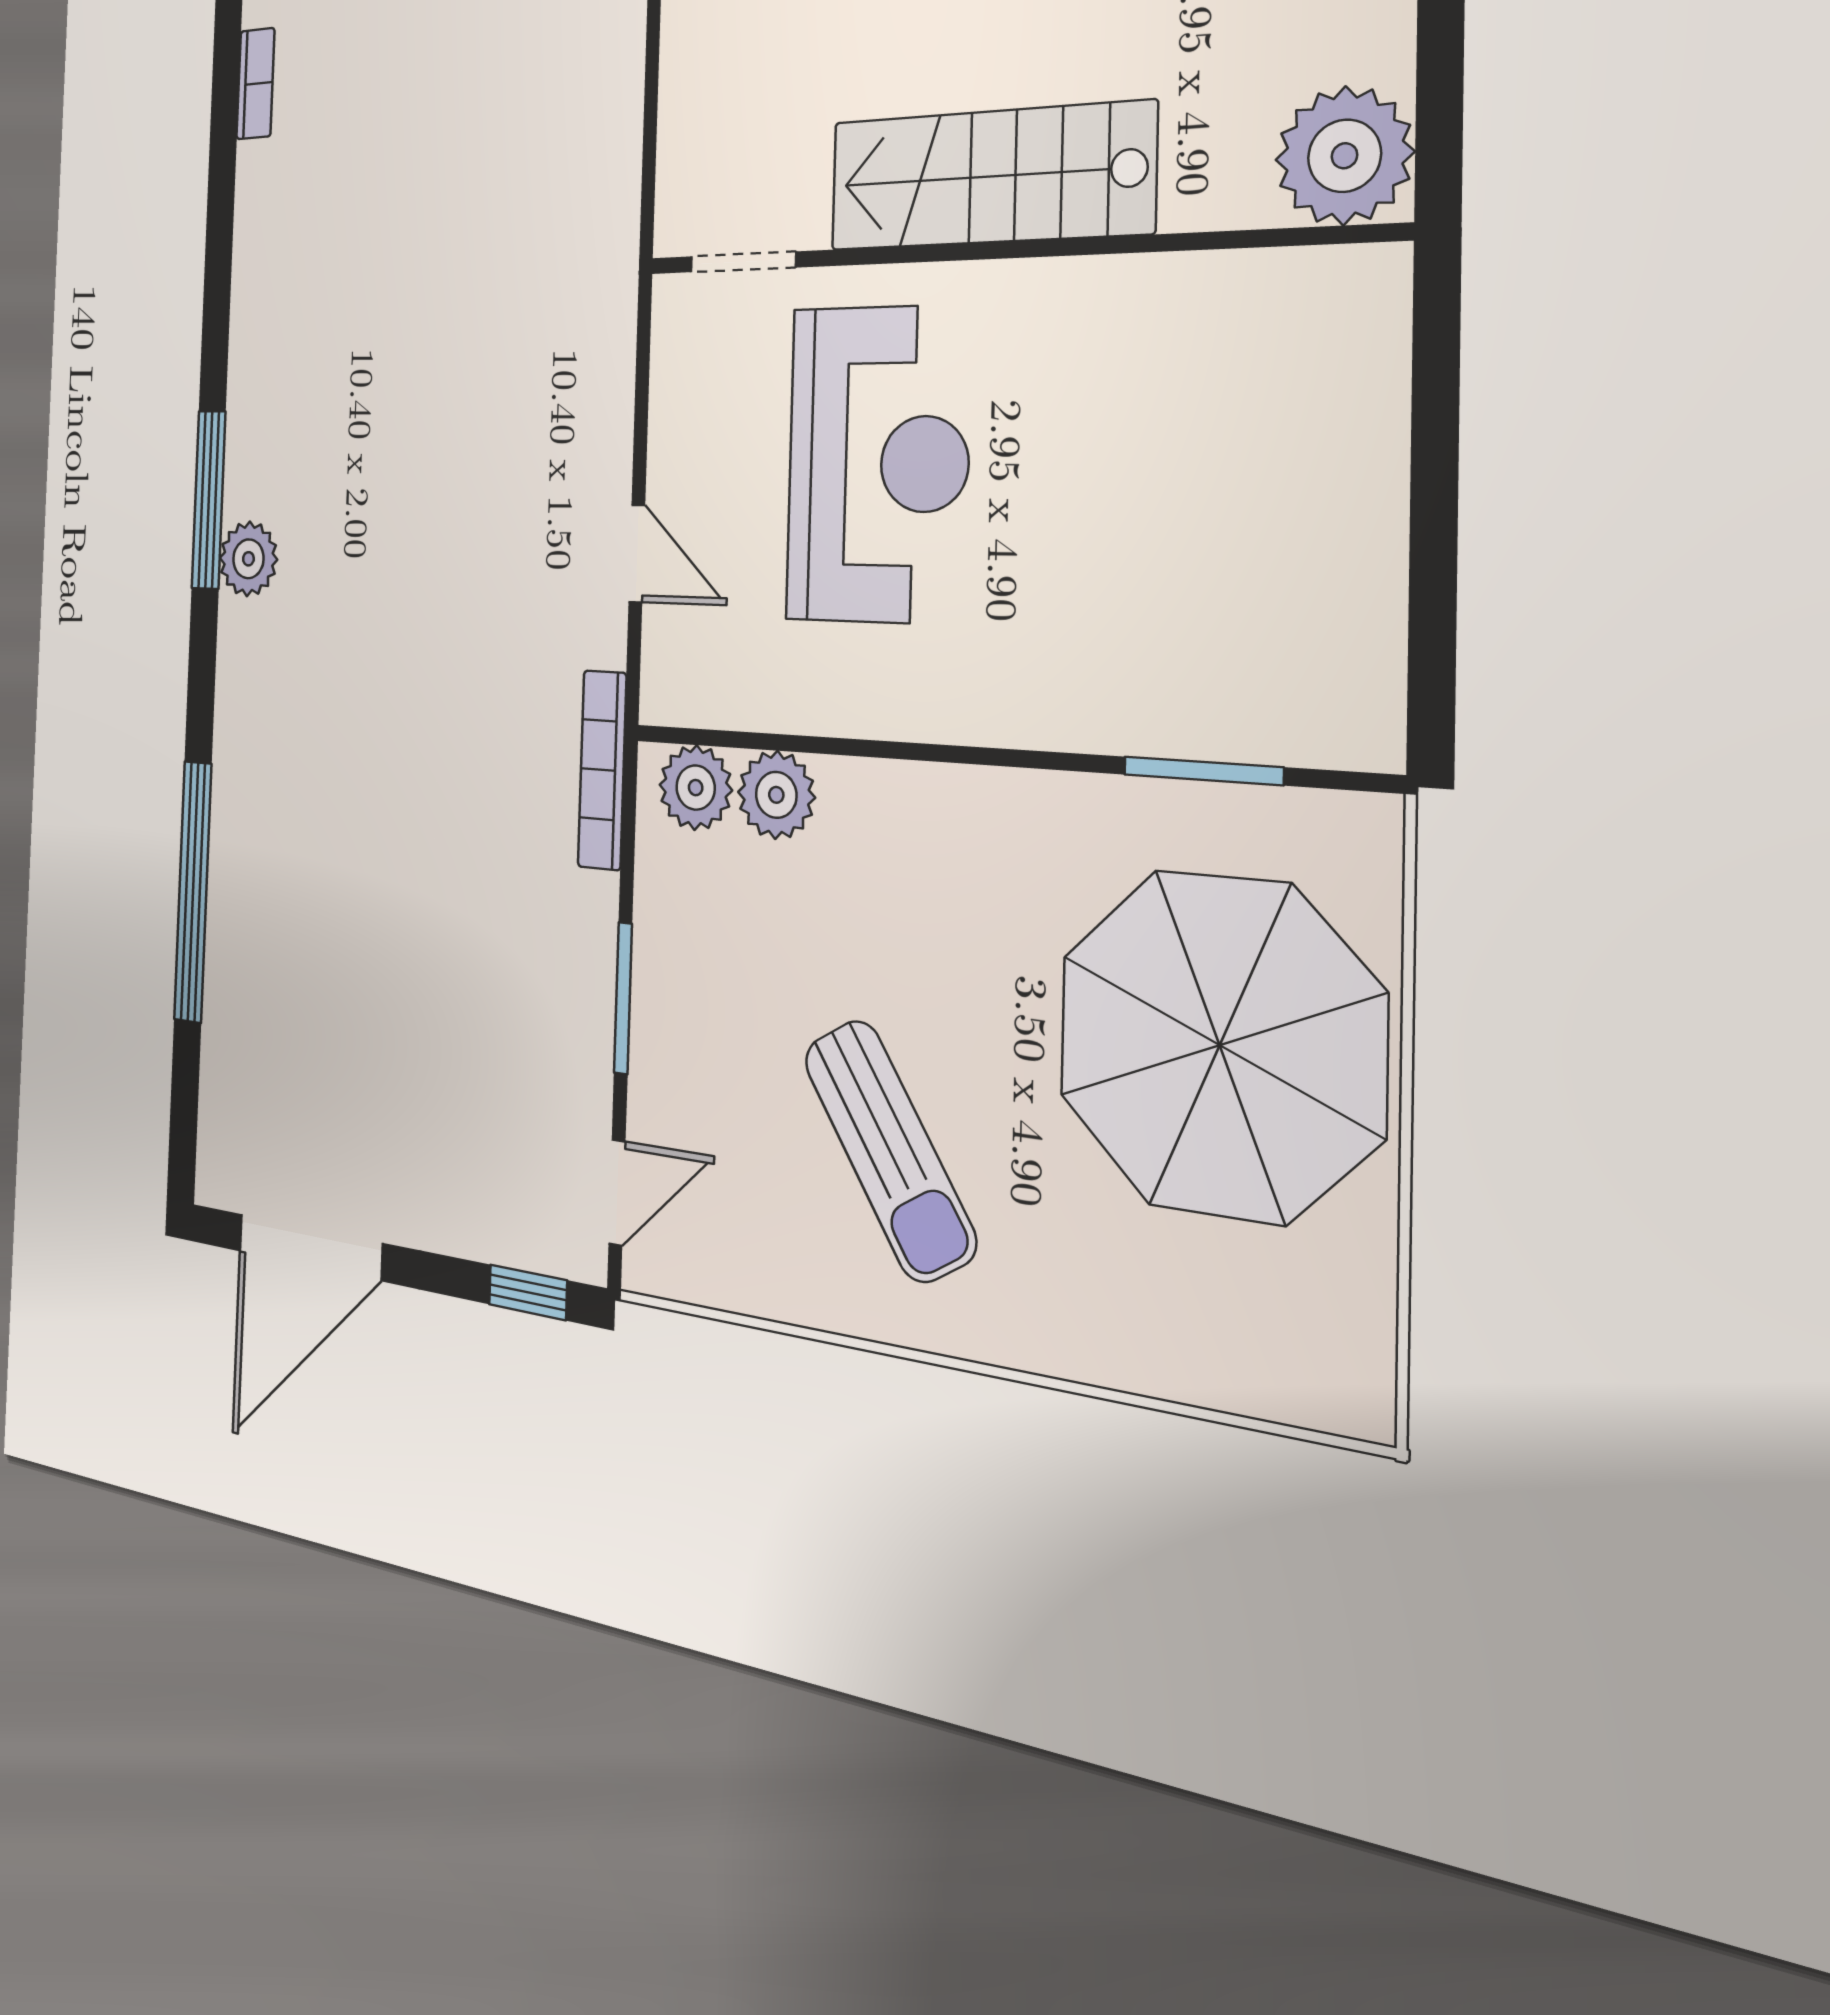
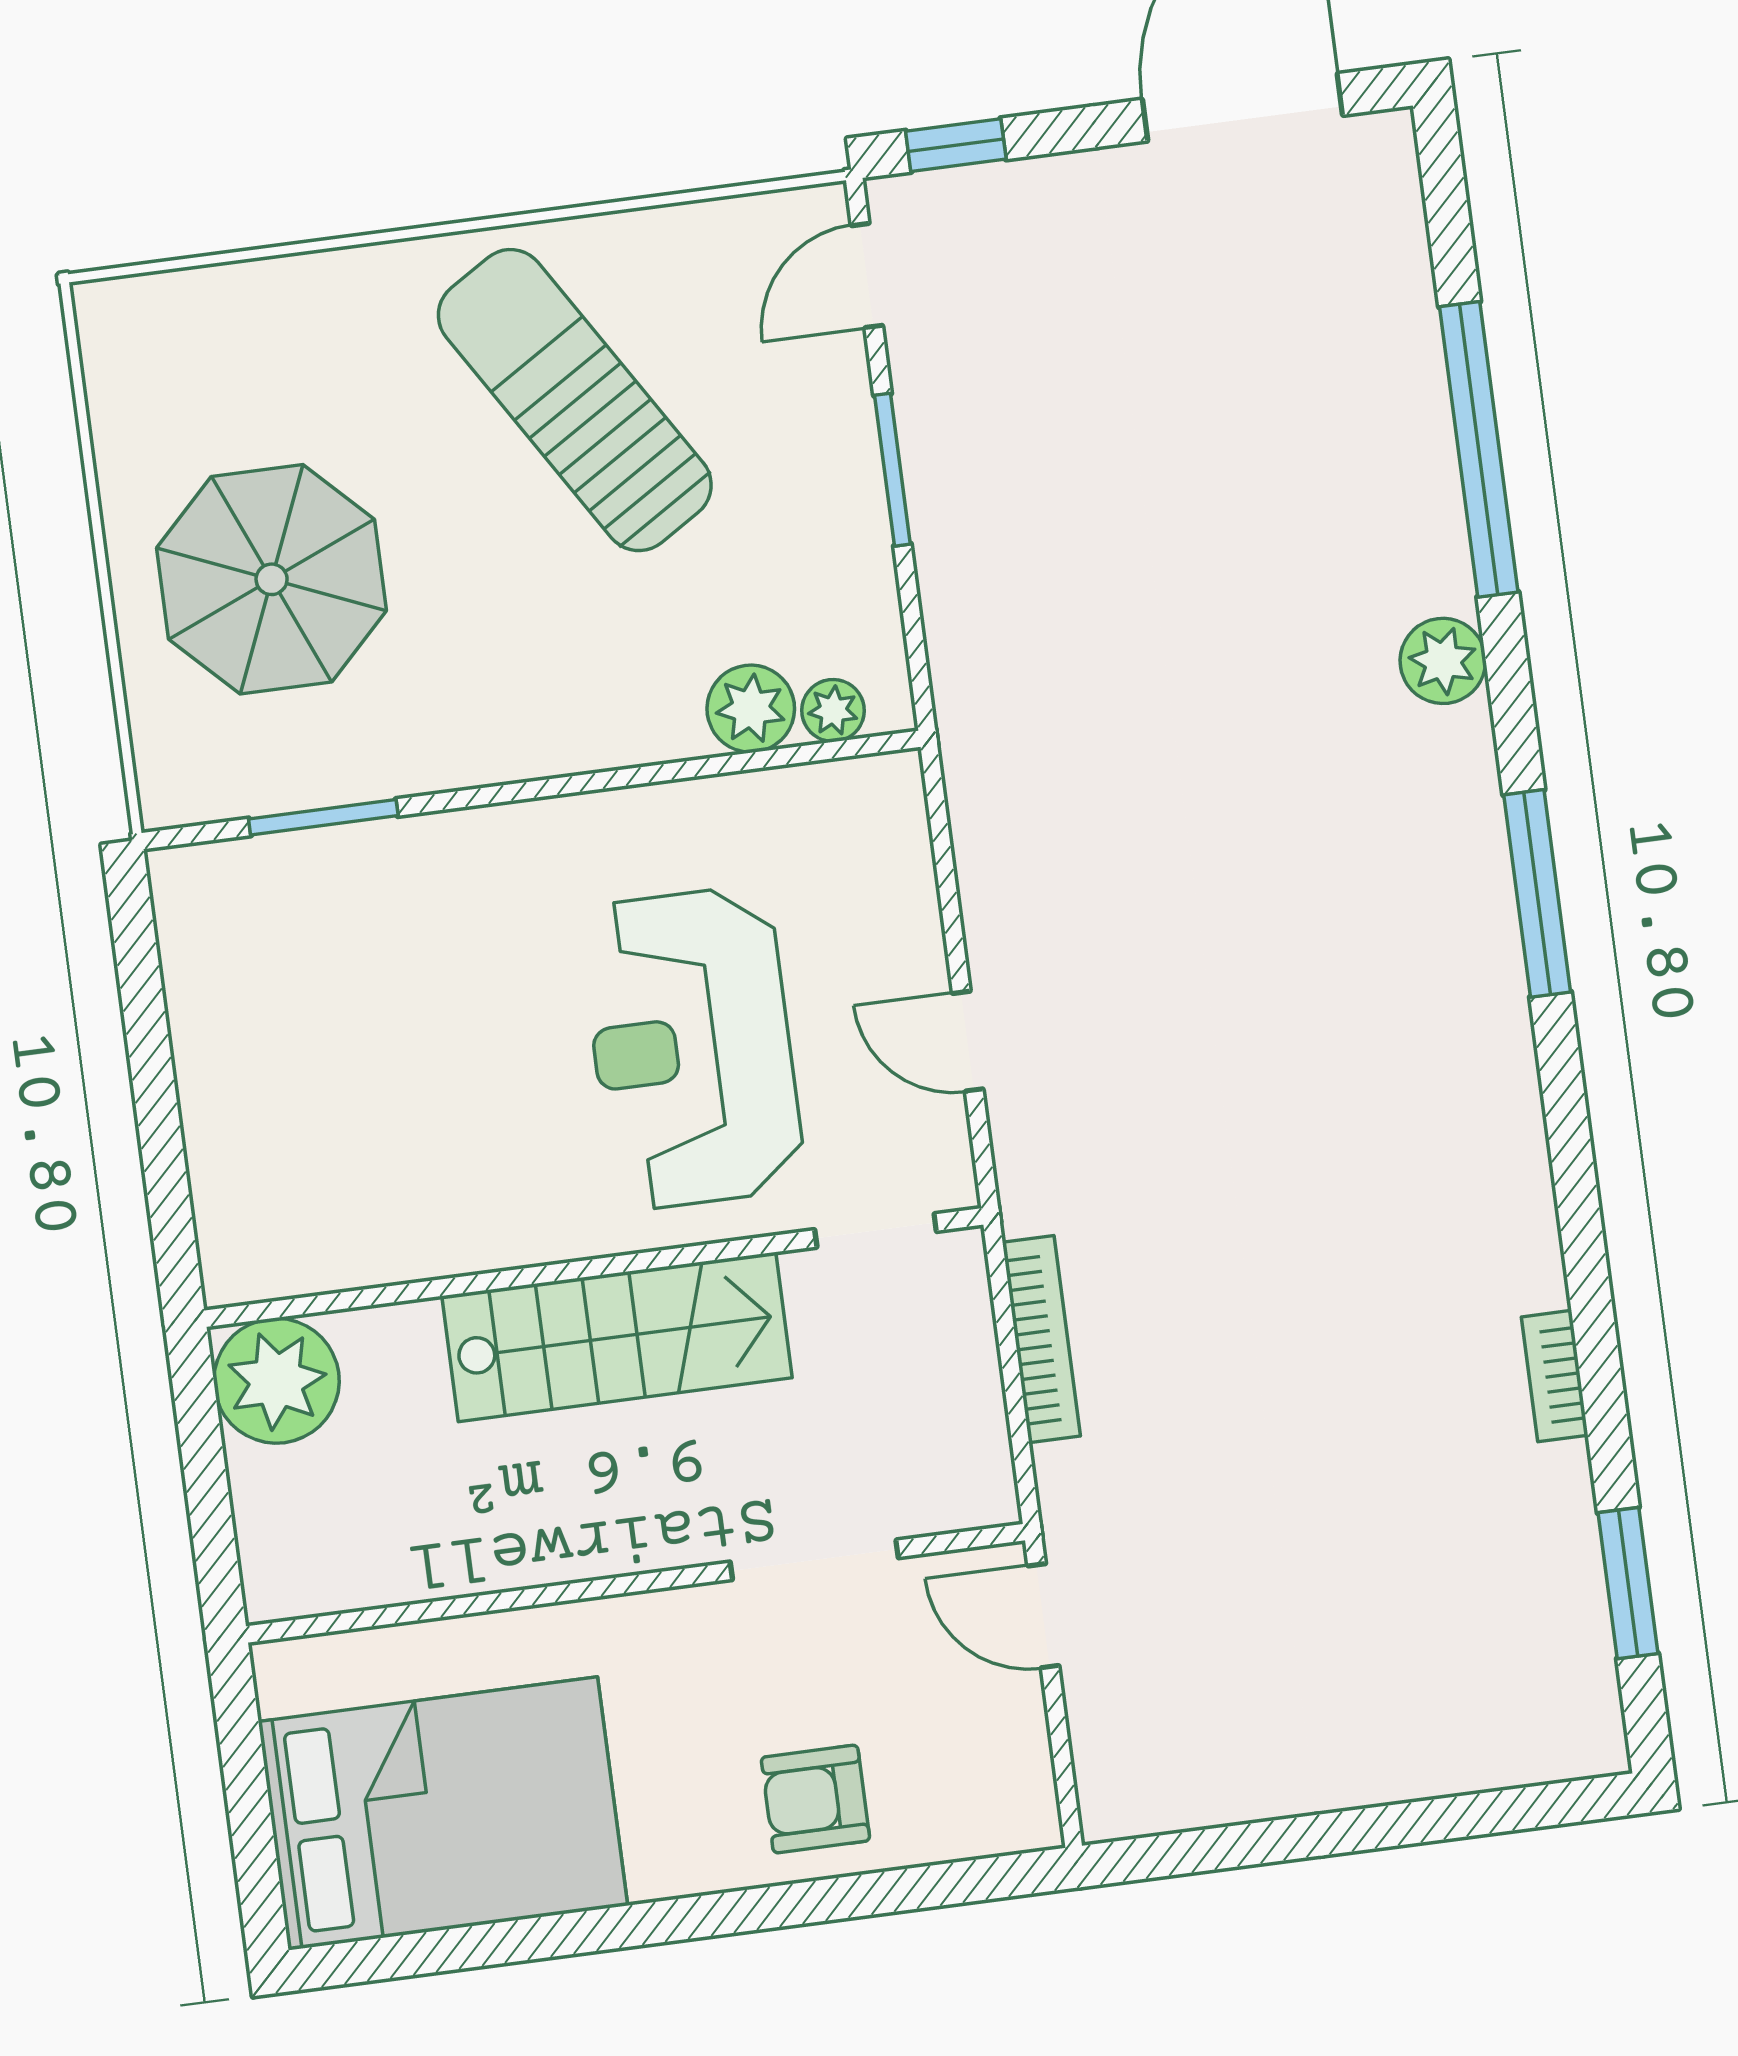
door: (637, 554) -> (968, 1041), moved
plant: (248, 559) -> (1443, 661), moved
bookcase: (602, 770) -> (1041, 1339), moved
plant: (696, 788) -> (833, 710), width x0.73, depth x0.73
parasol: (1220, 1045) -> (272, 579), width x0.73, depth x0.73
sun lounger: (890, 1150) -> (575, 400), width x1.36, depth x1.34

